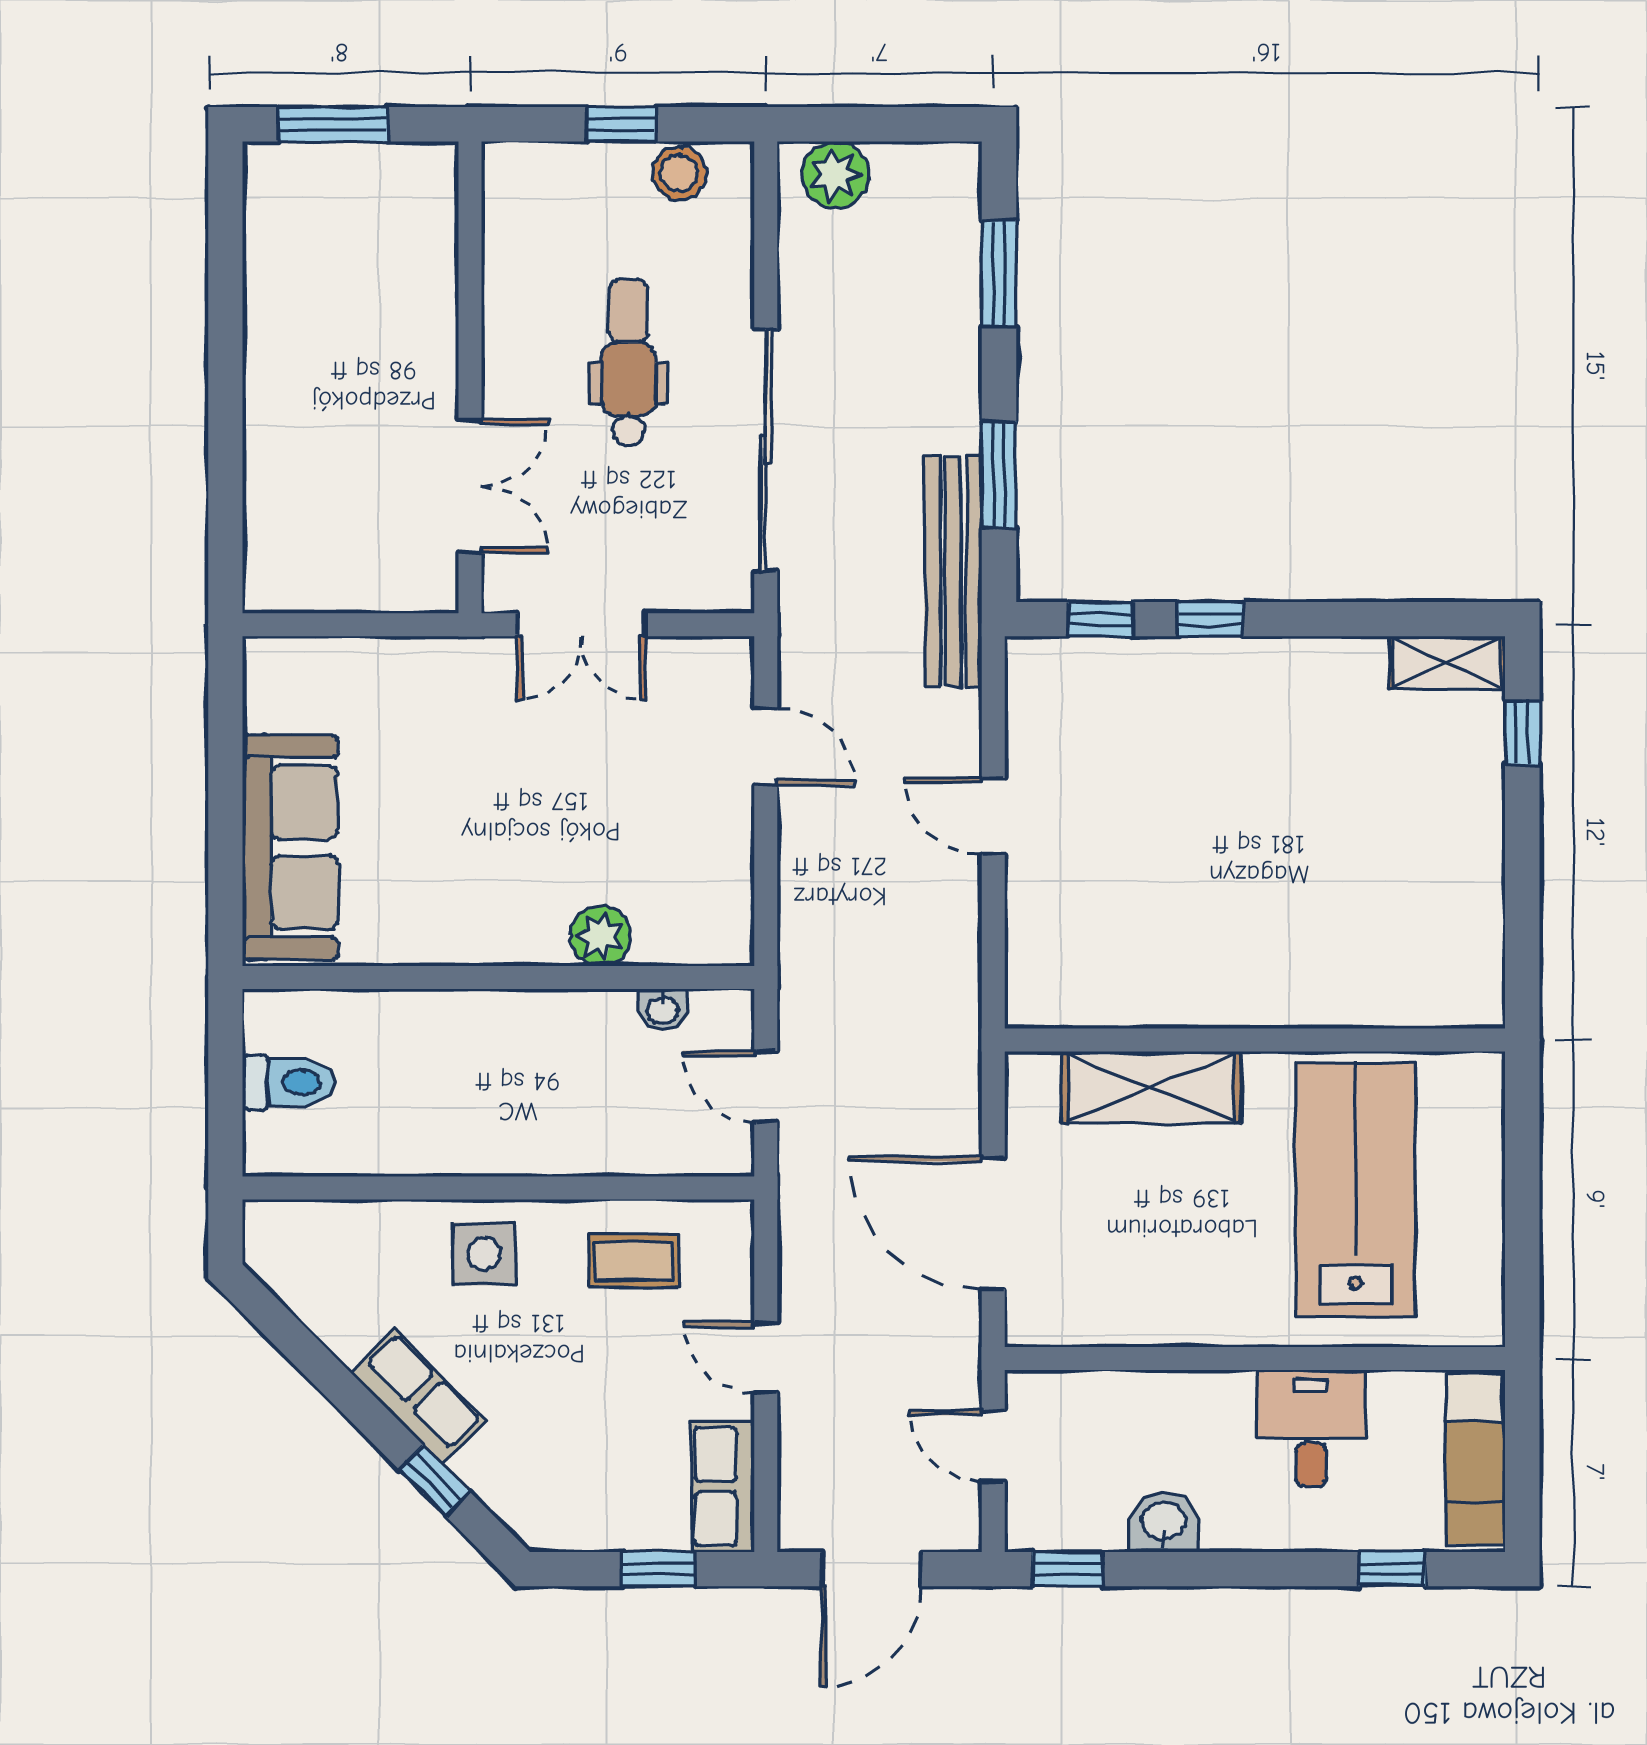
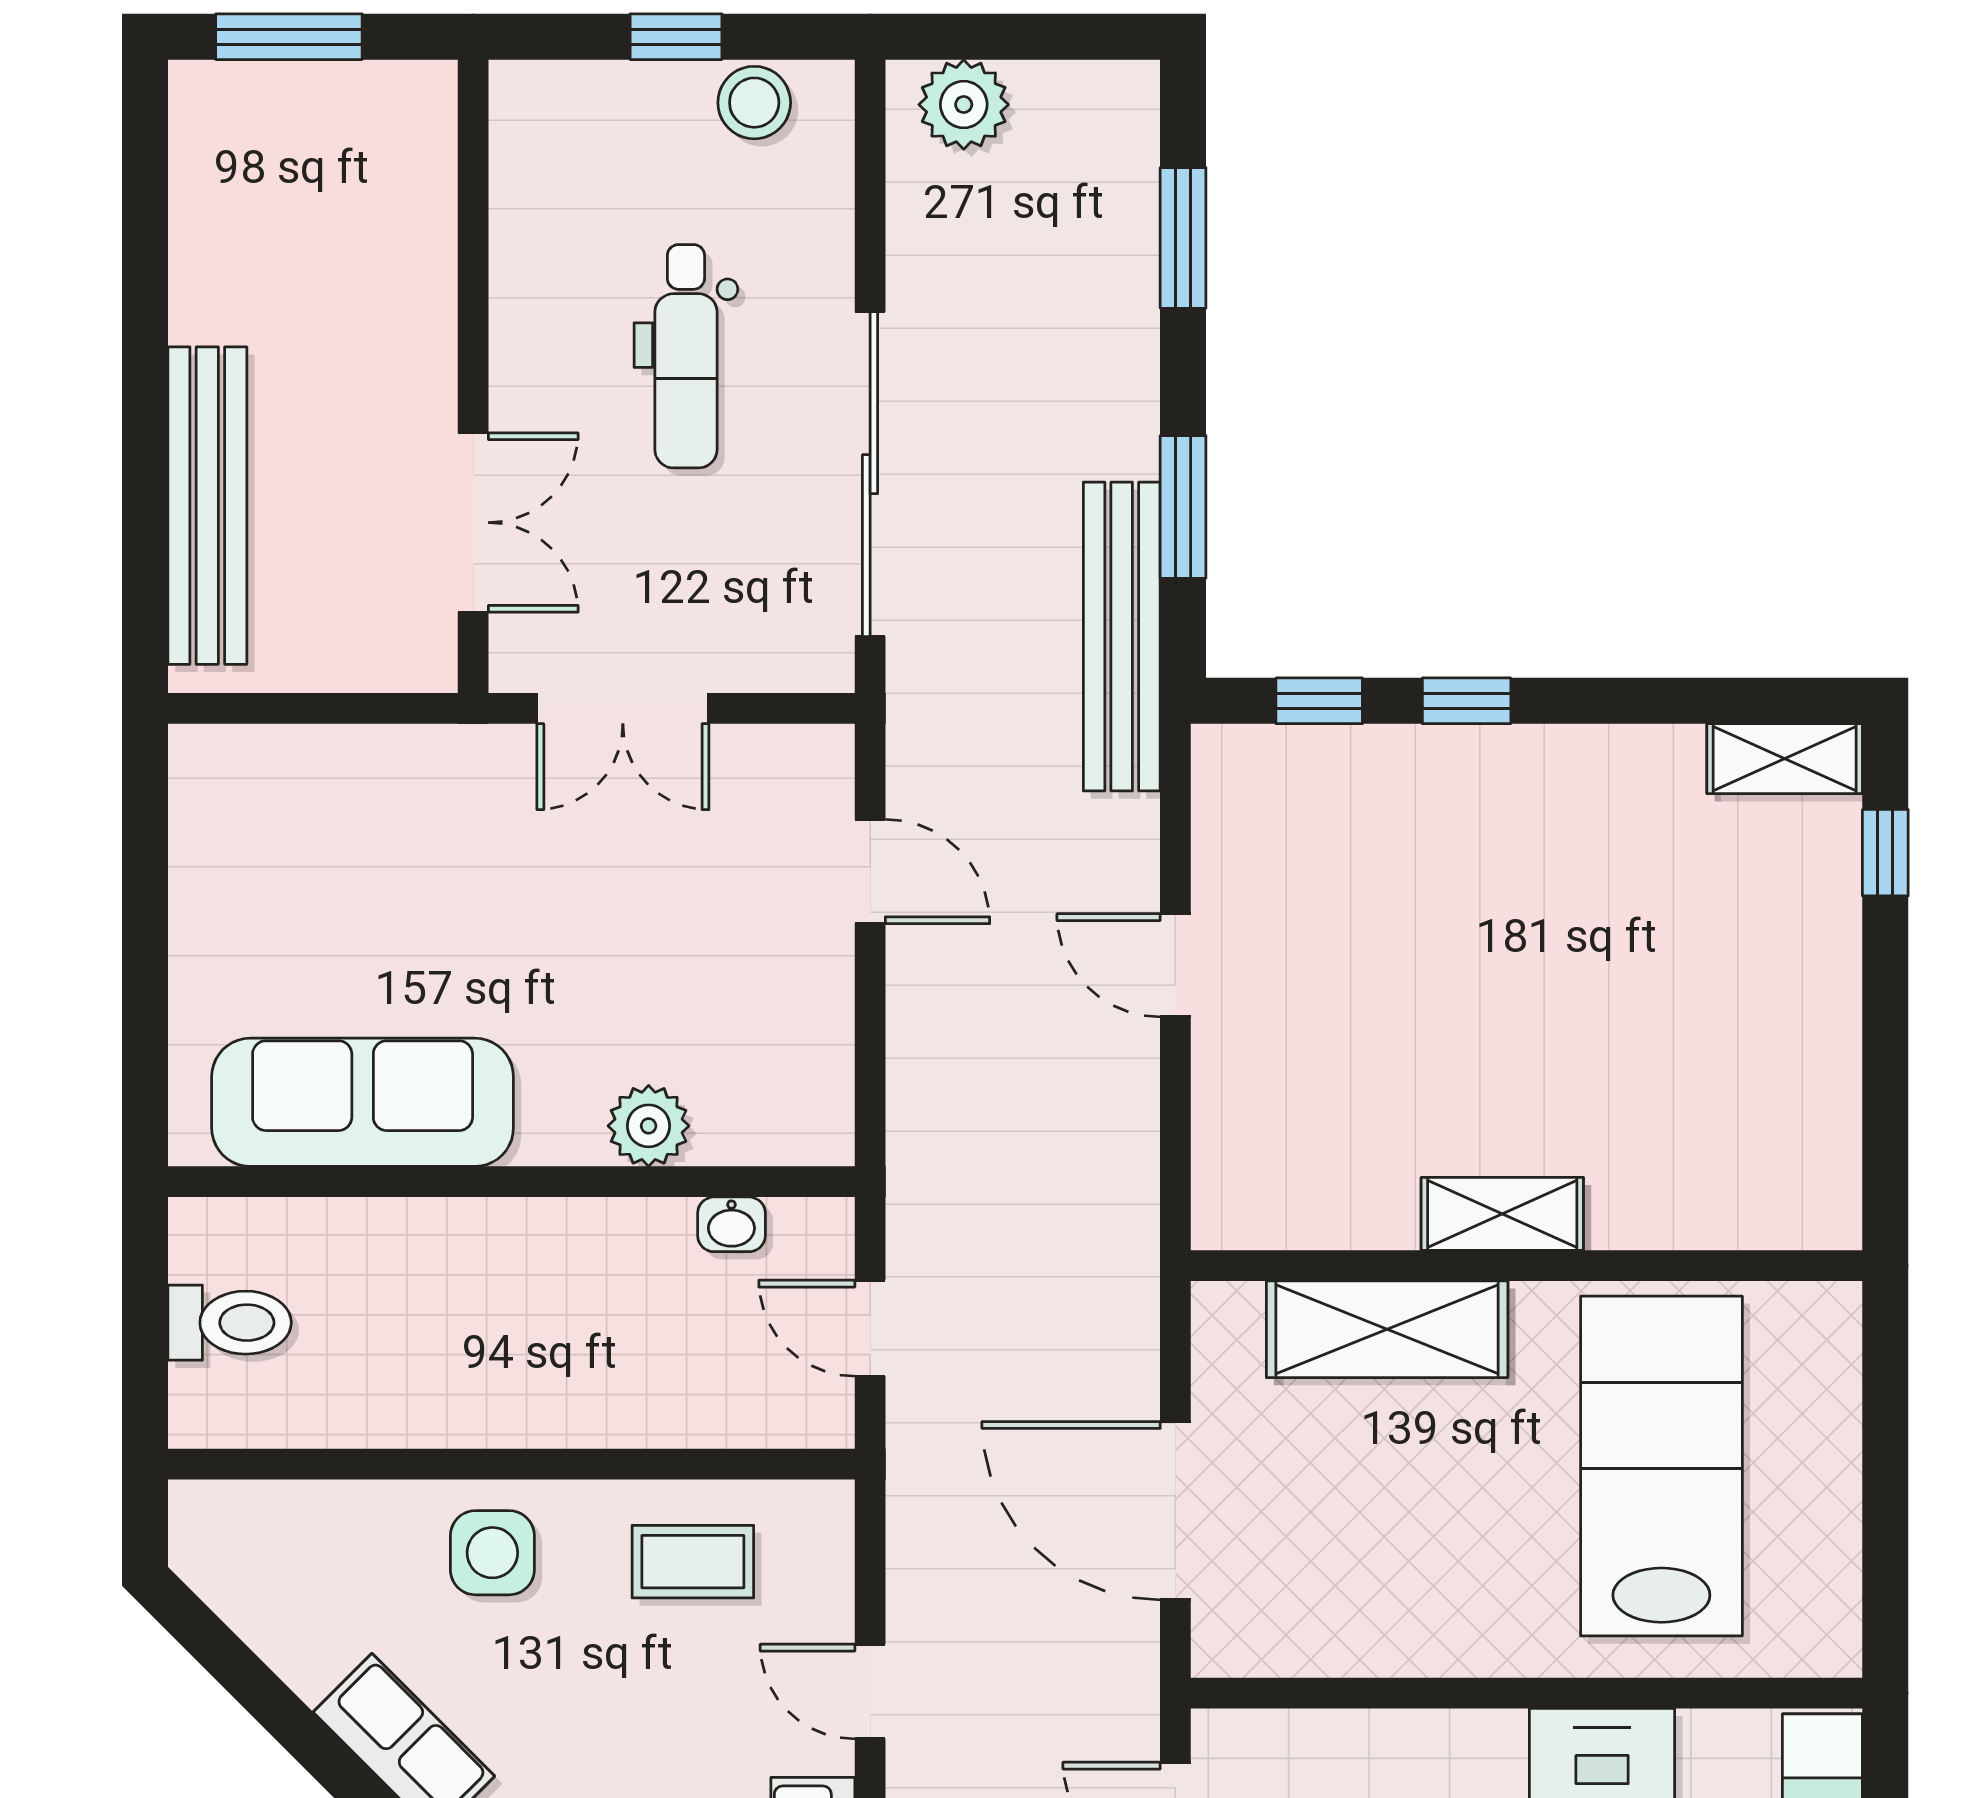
dental chair: (628, 362) -> (686, 356), turned 180
bench: (272, 474) -> (207, 506), added
sofa: (290, 847) -> (363, 1102), moved, turned -90
shelving: (1237, 1001) -> (1502, 1214), added

